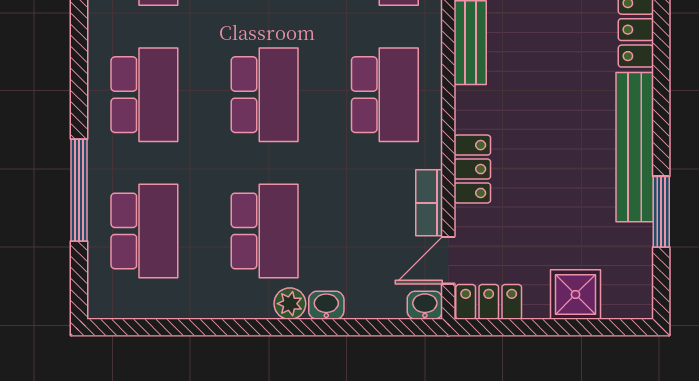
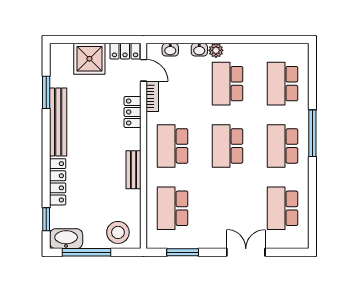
window: (79, 190) -> (312, 133), moved
door: (448, 260) -> (143, 70), hinge flipped
shower: (575, 294) -> (89, 59), width x1.36, depth x1.36
washbasin: (425, 305) -> (170, 50), moved

